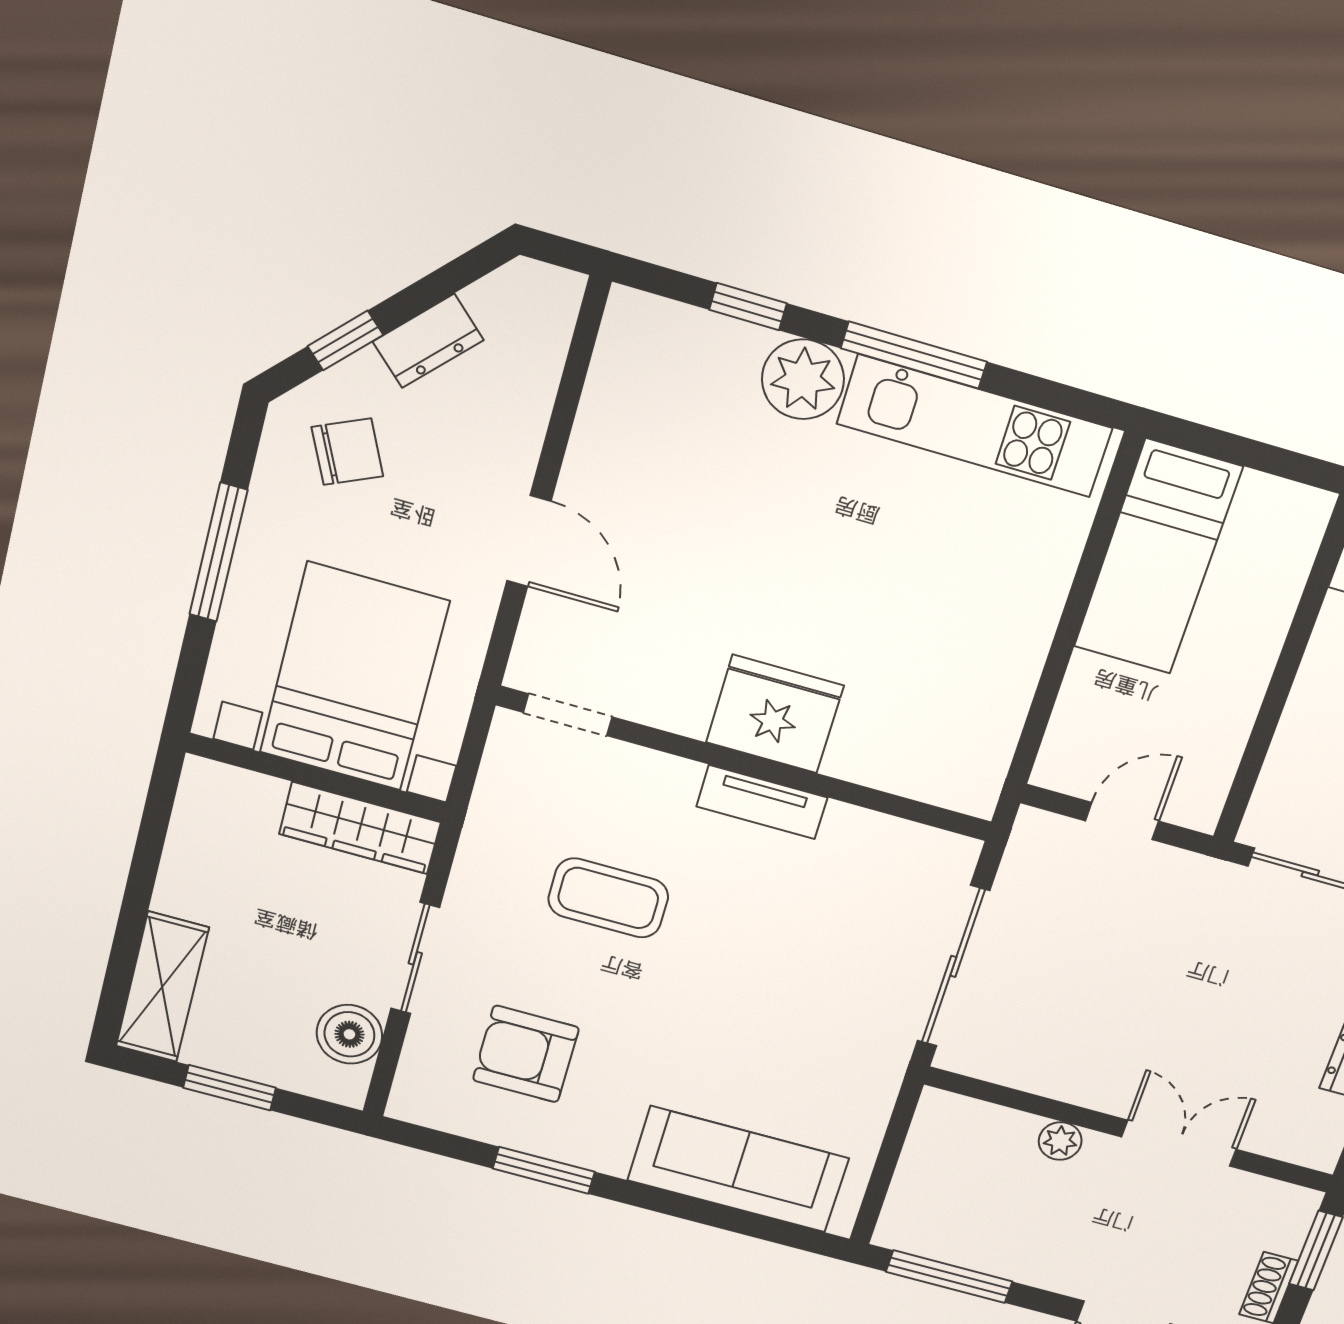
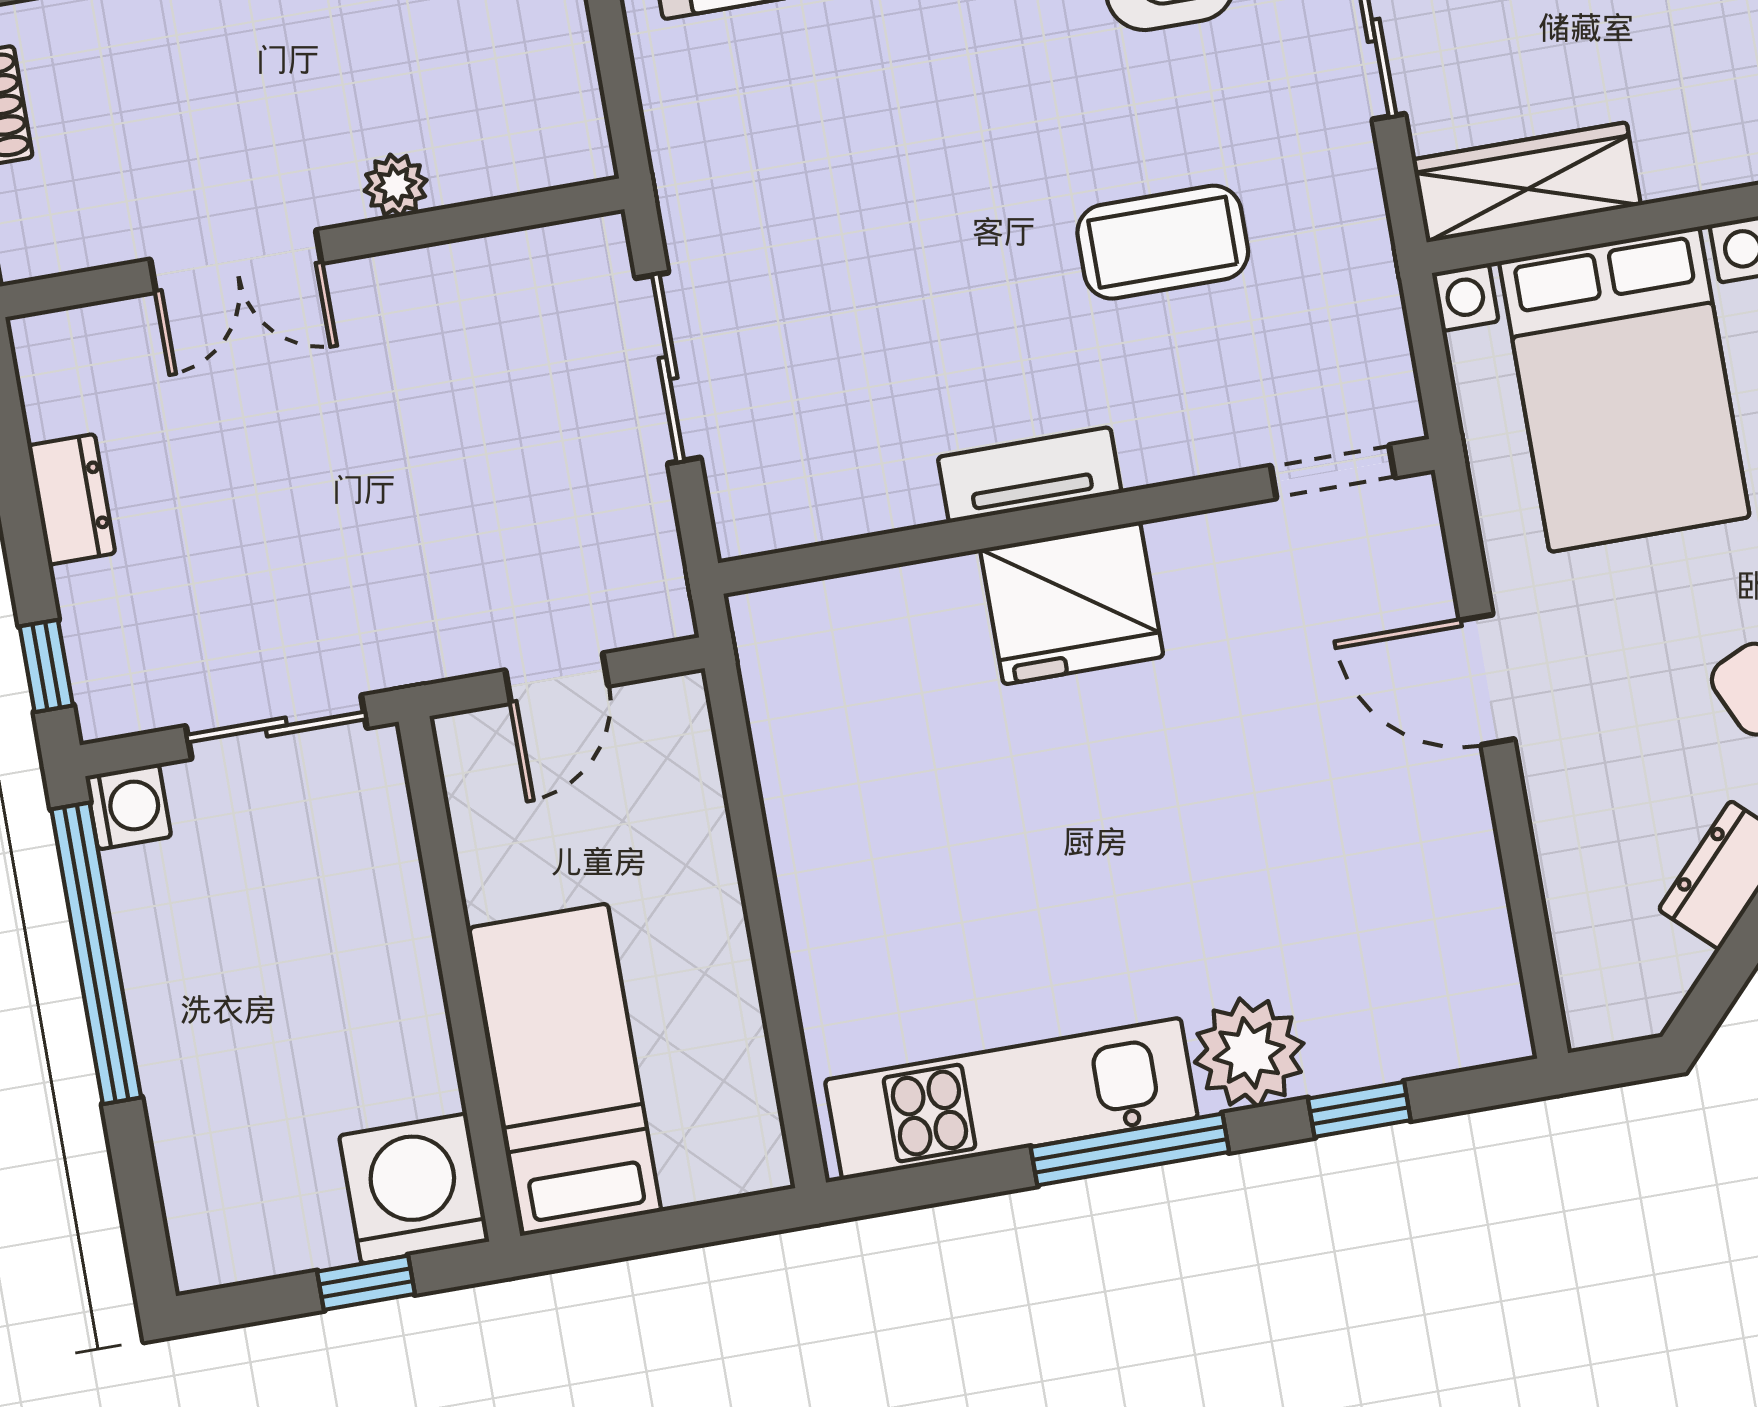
bed: (1158, 557) -> (565, 1069), moved
sliding door: (953, 966) -> (668, 368), width x0.73

